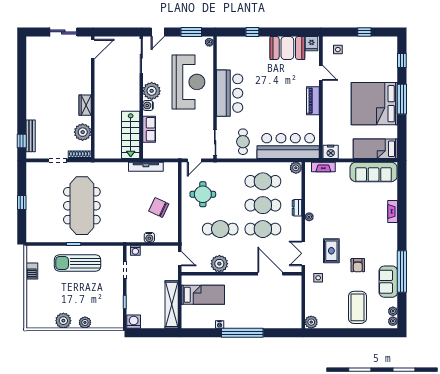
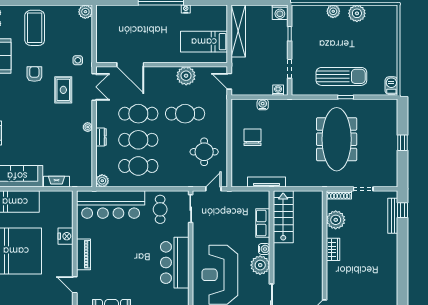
nightstand: (331, 152) -> (66, 236), moved, turned 90
fireplace: (323, 167) -> (56, 182), moved
chair: (159, 207) -> (252, 137), turned -115
barbecue: (32, 271) -> (391, 86), moved

